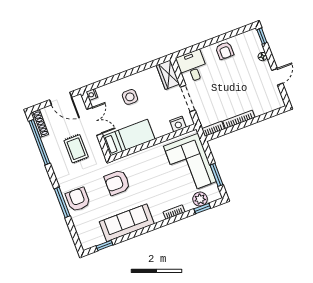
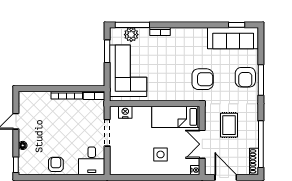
wardrobe: (168, 75) -> (117, 162), removed
window: (202, 208) -> (132, 25), width x2.17
sofa: (127, 223) -> (233, 38), moved

